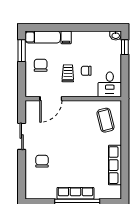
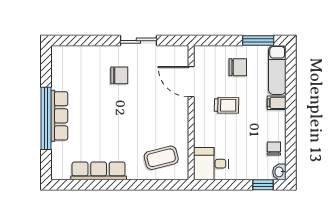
chair: (86, 71) -> (274, 148), moved
chair: (42, 161) -> (119, 75), moved

